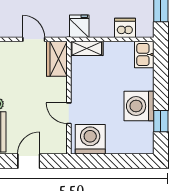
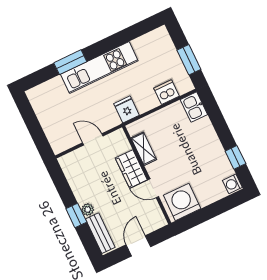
shelving: (87, 48) -> (144, 149), moved, turned 90
wardrobe: (57, 59) -> (131, 169), moved
washing machine: (139, 106) -> (232, 184), moved, width x0.53, depth x0.53

